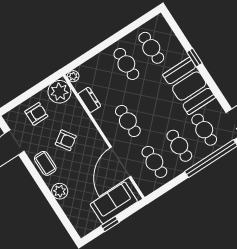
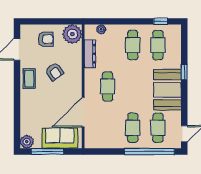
window: (139, 23) -> (161, 21), added
plant: (73, 76) -> (101, 29), moved
dresser: (89, 100) -> (90, 54), width x1.44
cafe table: (154, 162) -> (108, 128), removed
plant: (60, 191) -> (27, 142), moved
window: (110, 224) -> (47, 152), width x2.17

